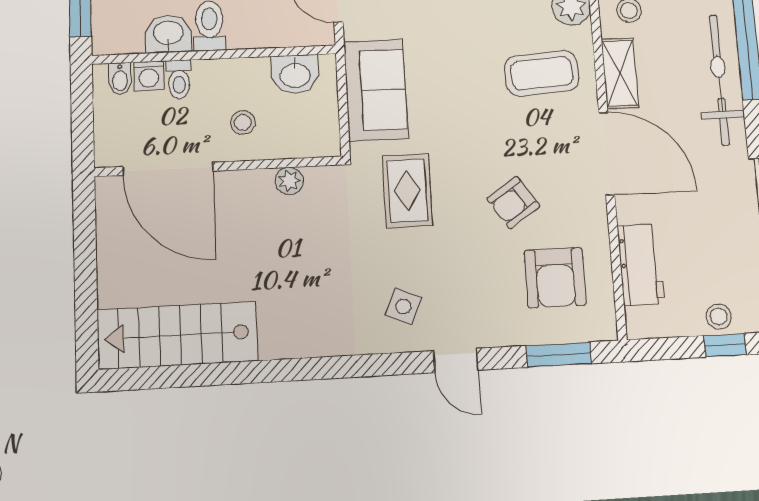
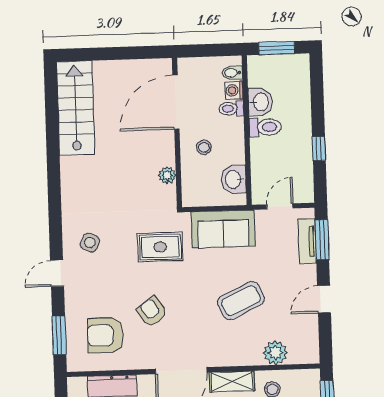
coffee table: (542, 73) -> (241, 301), moved, turned 69

